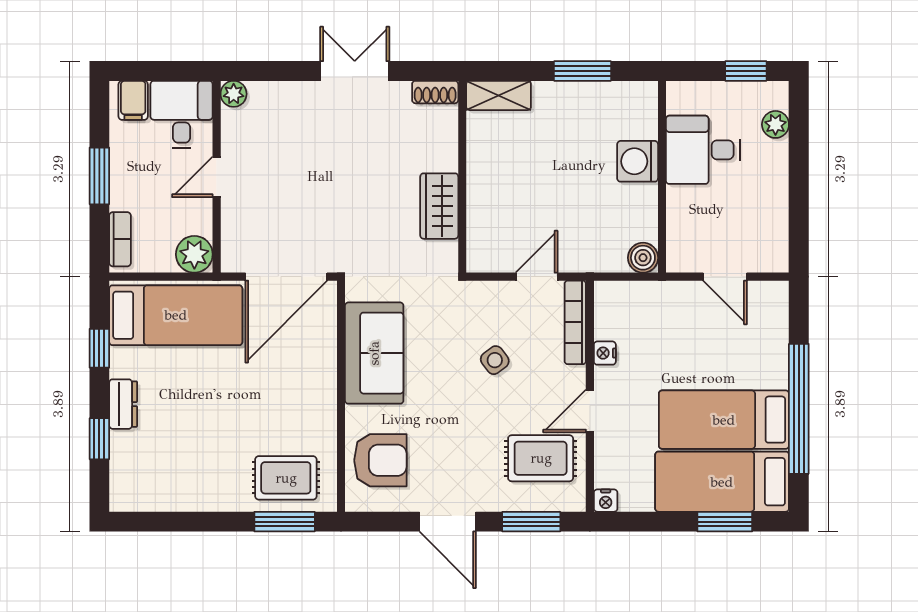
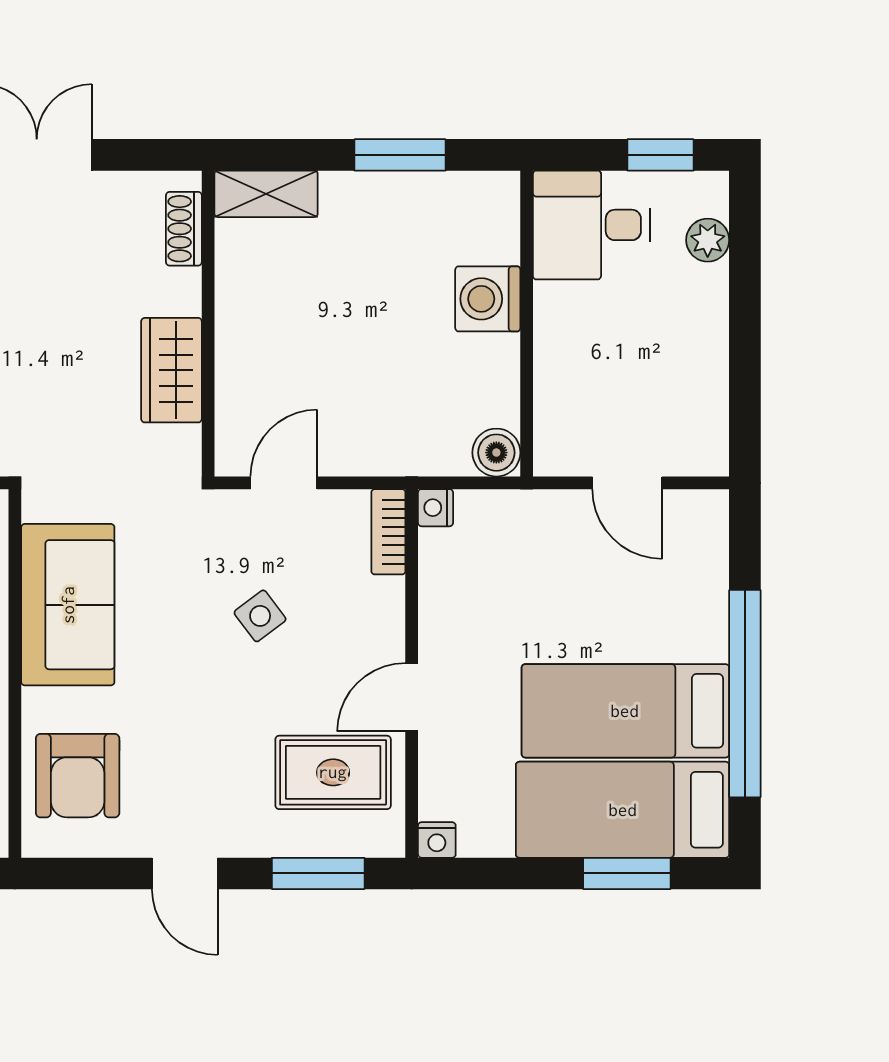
shoe rack: (435, 92) -> (184, 229), moved, turned 90
desk: (703, 150) -> (592, 225), moved
door: (537, 277) -> (284, 483), moved
bookcase: (575, 322) -> (388, 532), width x0.64
nightstand: (605, 353) -> (436, 508), moved
armchair: (380, 460) -> (78, 776), turned 90
door: (448, 522) -> (185, 873), width x0.73

